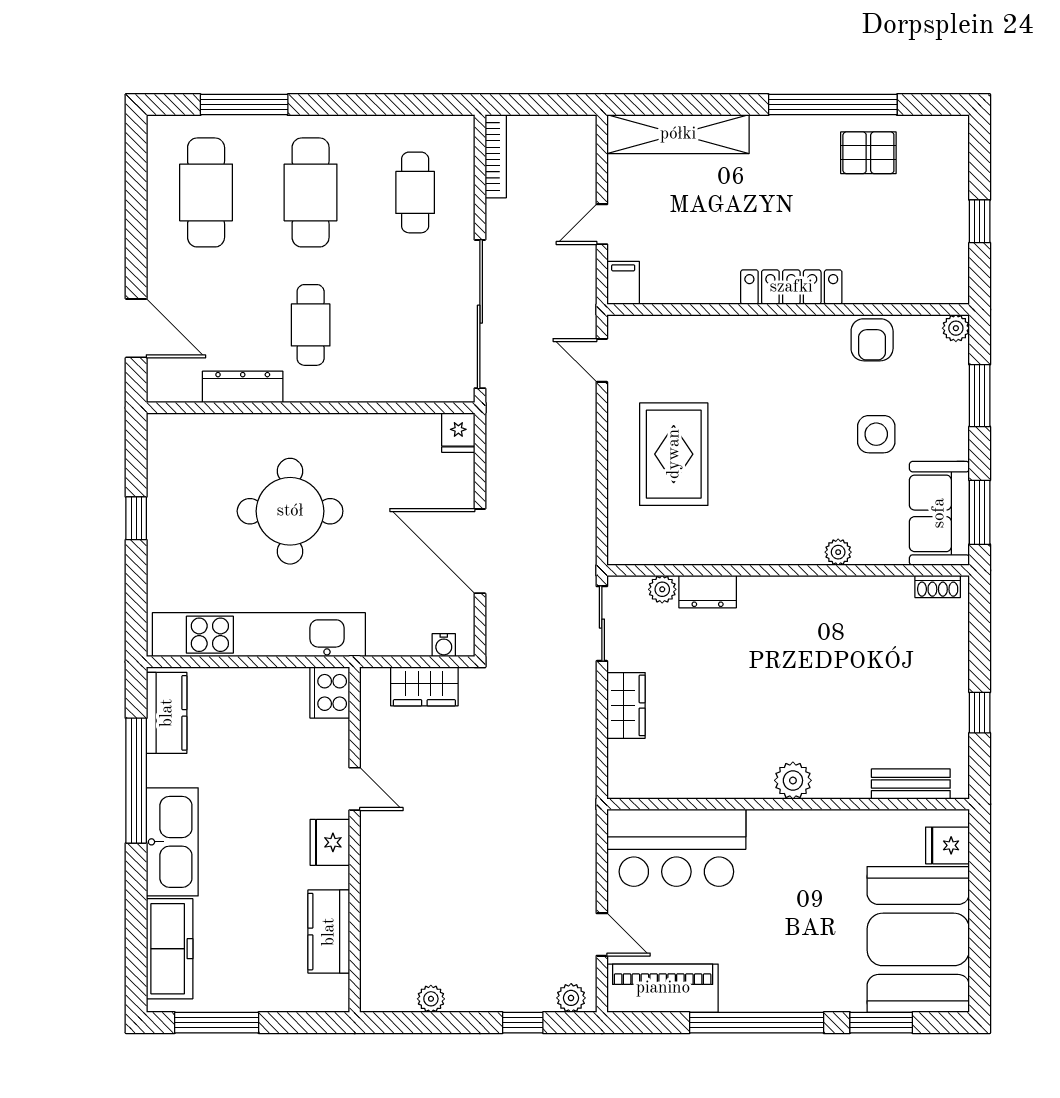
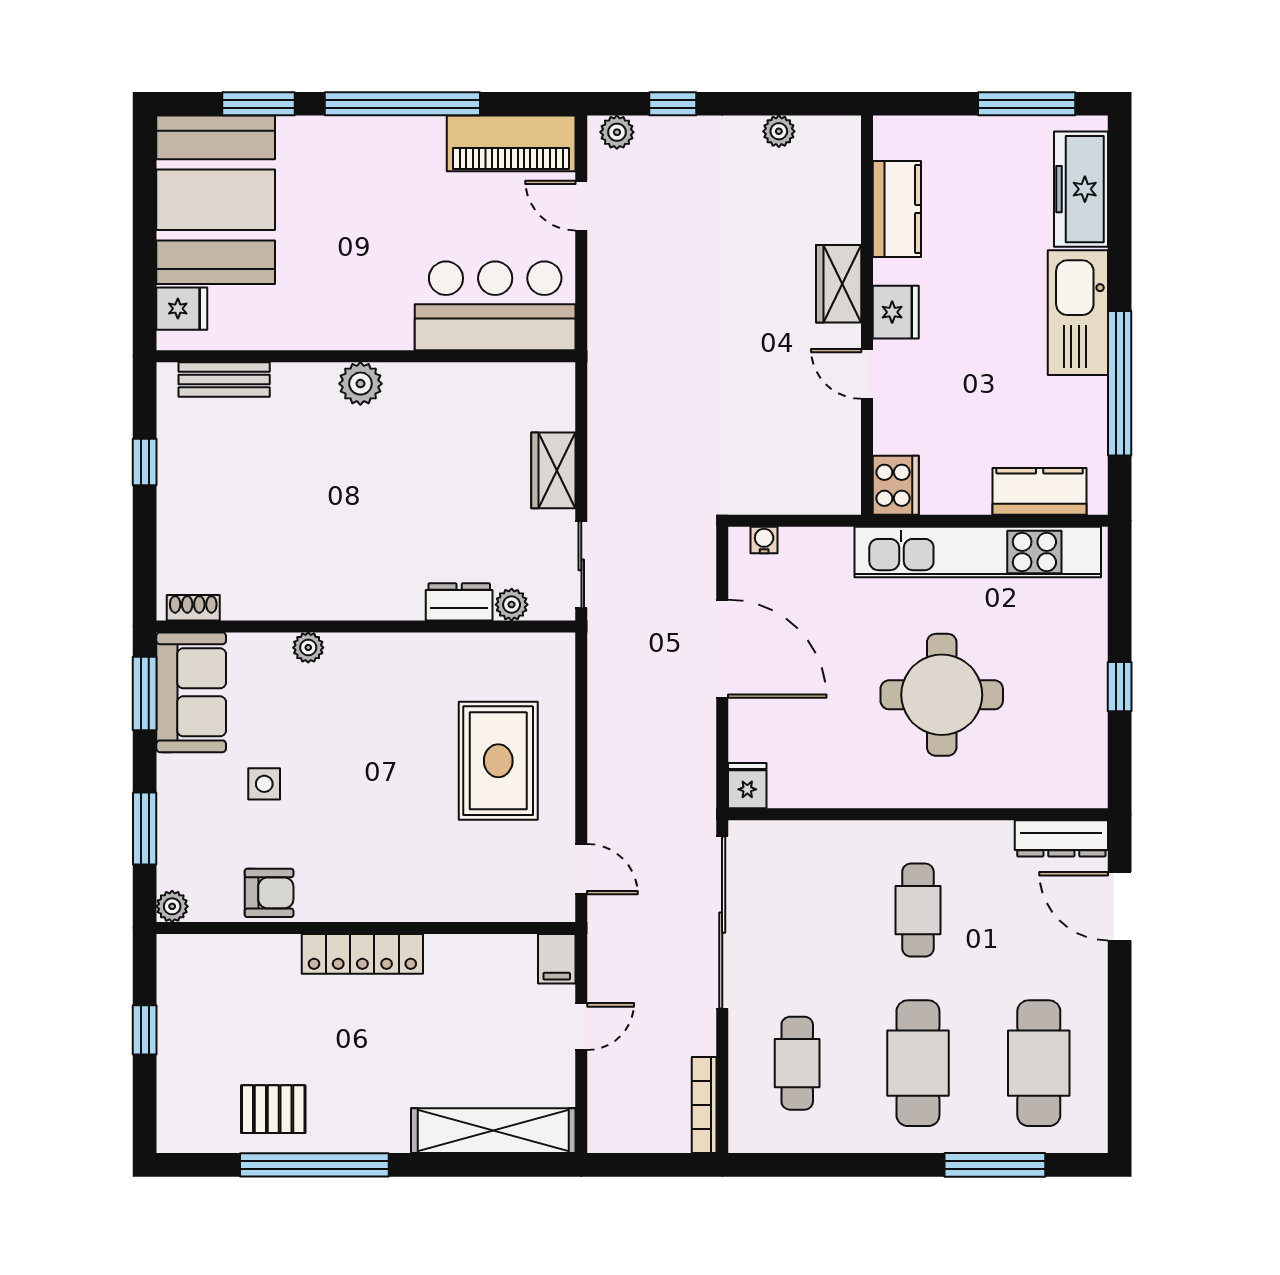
armchair: (872, 340) -> (269, 893), turned 90
dresser: (243, 387) -> (1061, 838), moved
side table: (876, 434) -> (264, 784), width x0.73, depth x0.73
wardrobe: (424, 686) -> (839, 284), moved, turned -90
kitchen counter: (167, 713) -> (1040, 491), moved, turned 90

